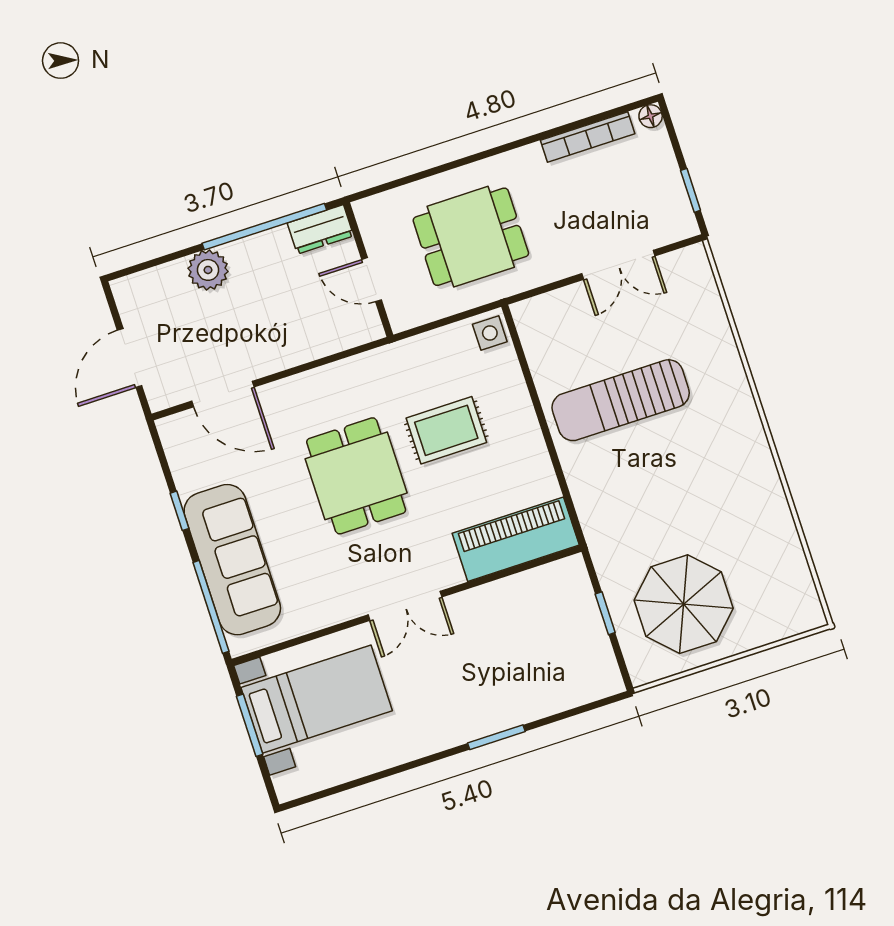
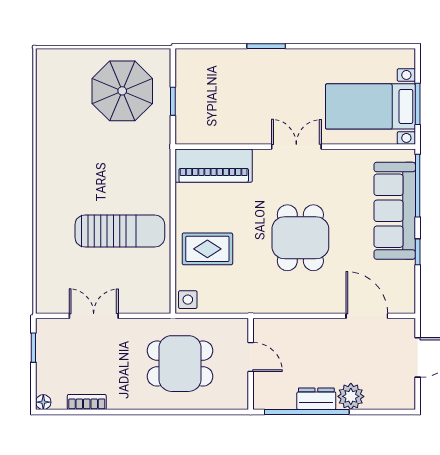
bookcase: (588, 137) -> (87, 402), width x0.64
dresser: (320, 229) -> (316, 399), moved
rug: (446, 430) -> (207, 249), moved

